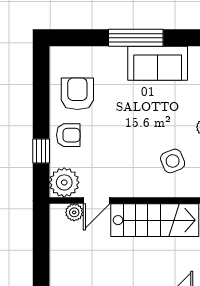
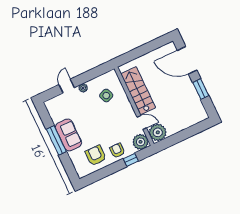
sofa: (158, 63) -> (68, 135), moved
armchair: (77, 94) -> (96, 155), turned 90
plant: (74, 212) -> (158, 132), width x1.87, depth x1.87

